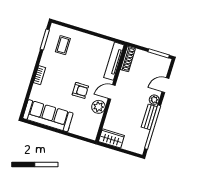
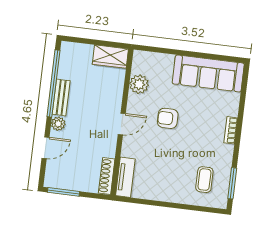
tv unit: (114, 61) -> (125, 177), width x0.71
plant: (98, 107) -> (139, 84), moved

